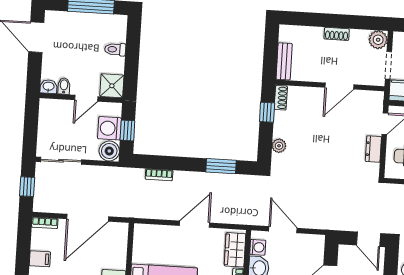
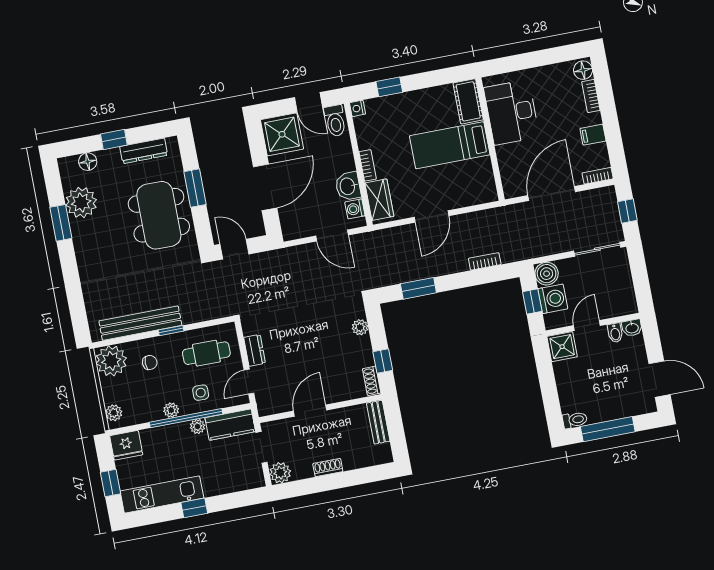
toilet: (115, 49) -> (575, 420), moved

